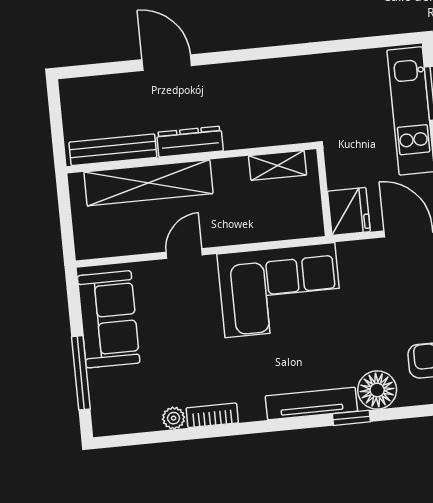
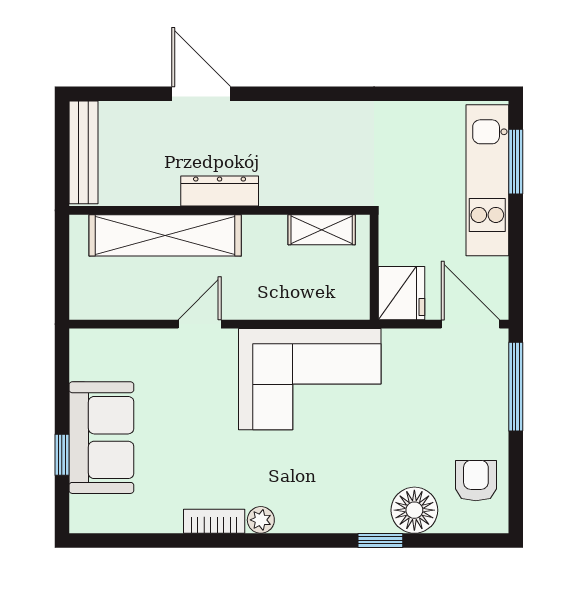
bench: (113, 150) -> (83, 152), moved, turned 90
sofa: (109, 319) -> (101, 438), moved
window: (81, 373) -> (62, 455), width x0.46
tv unit: (311, 404) -> (334, 519), removed
plant: (174, 418) -> (261, 520), moved

